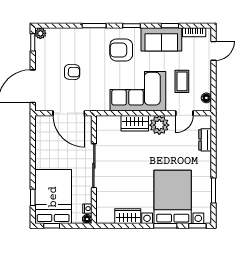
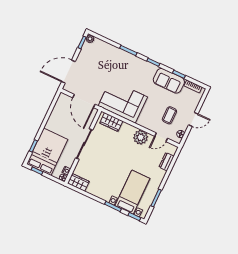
armchair: (121, 50) -> (139, 75), removed
door: (213, 51) -> (193, 119), moved
armchair: (72, 72) -> (99, 75), removed
corner sofa: (138, 91) -> (123, 101), moved
wardrobe: (135, 123) -> (111, 122), moved
bed with nightstands: (173, 197) -> (132, 192), width x0.73
wardrobe: (128, 216) -> (78, 182), moved

